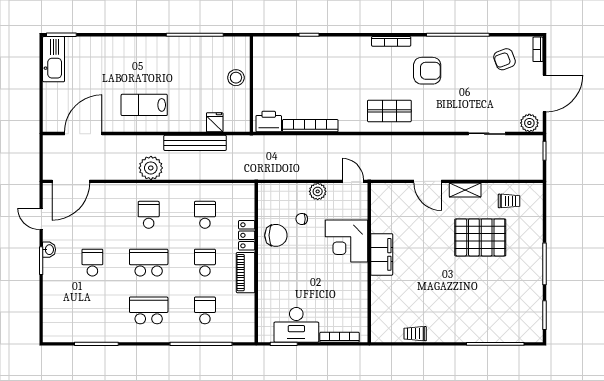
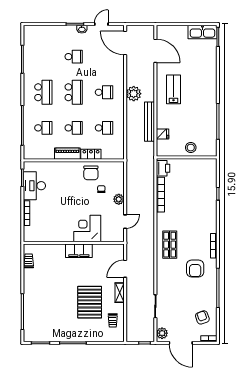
corner desk: (347, 241) -> (87, 229), moved
filing cabinet: (382, 254) -> (79, 251), moved
wall: (369, 263) -> (74, 243), moved

